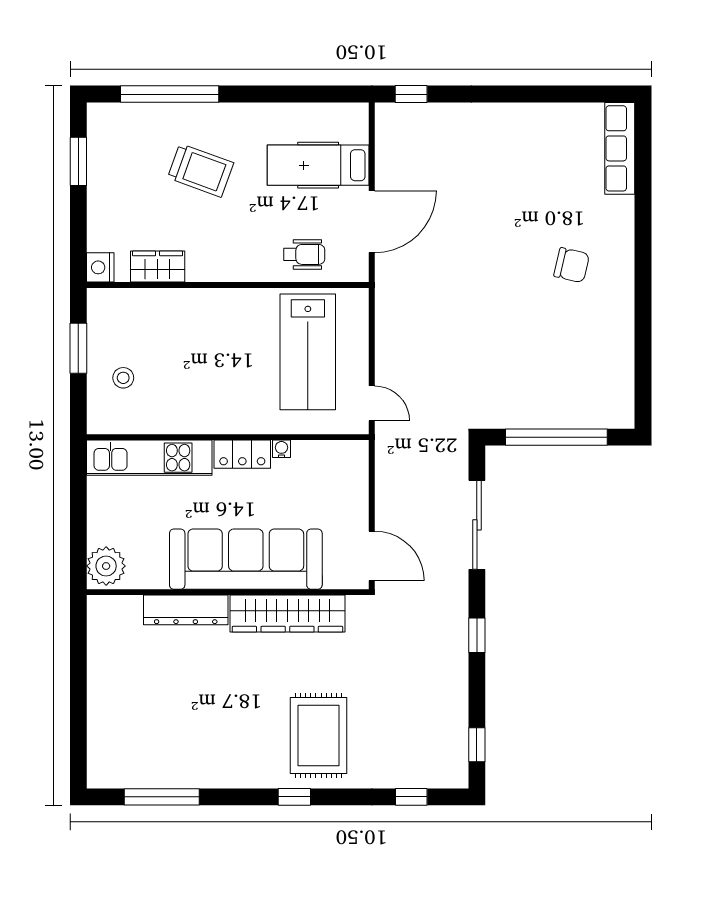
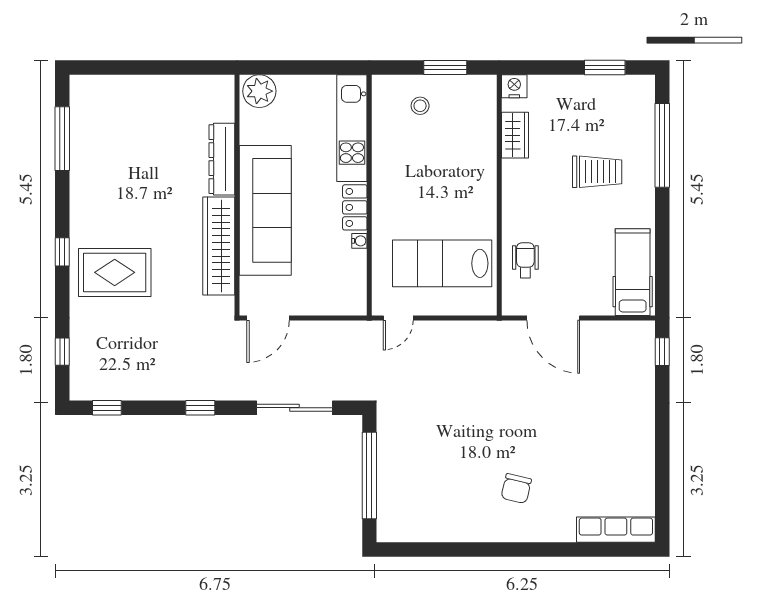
hospital bed: (318, 165) -> (633, 272), moved
trolley: (201, 170) -> (597, 172), turned -110
wheelchair: (304, 254) -> (525, 260), turned 180

